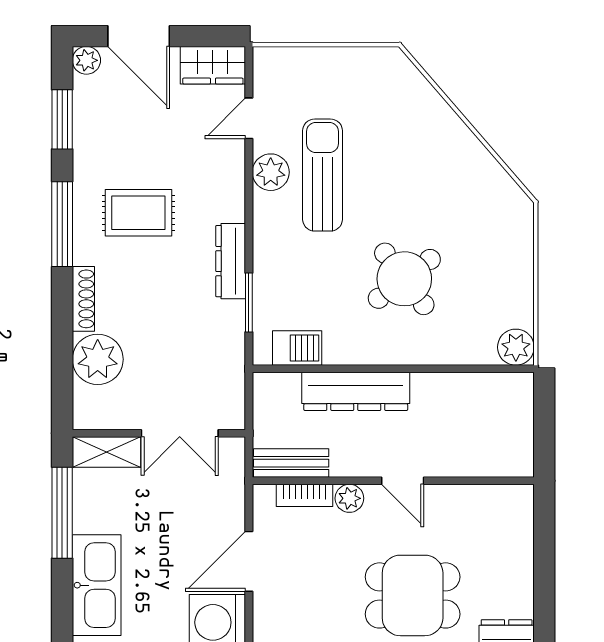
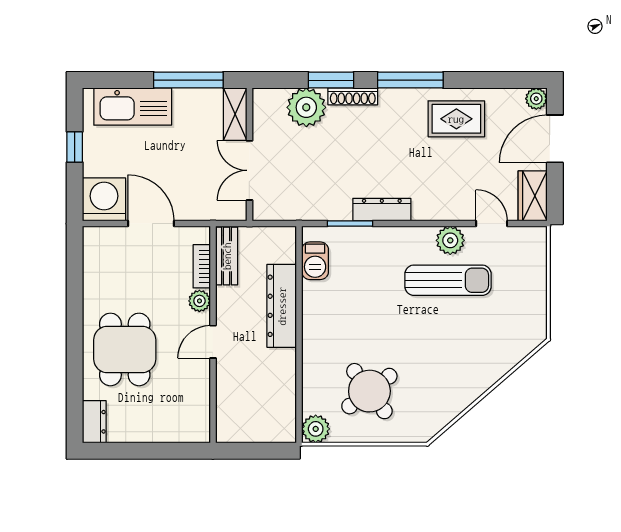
window: (62, 119) -> (331, 80), moved
rug: (138, 213) -> (456, 119), moved, turned 90
round table: (404, 279) -> (369, 391), moved

